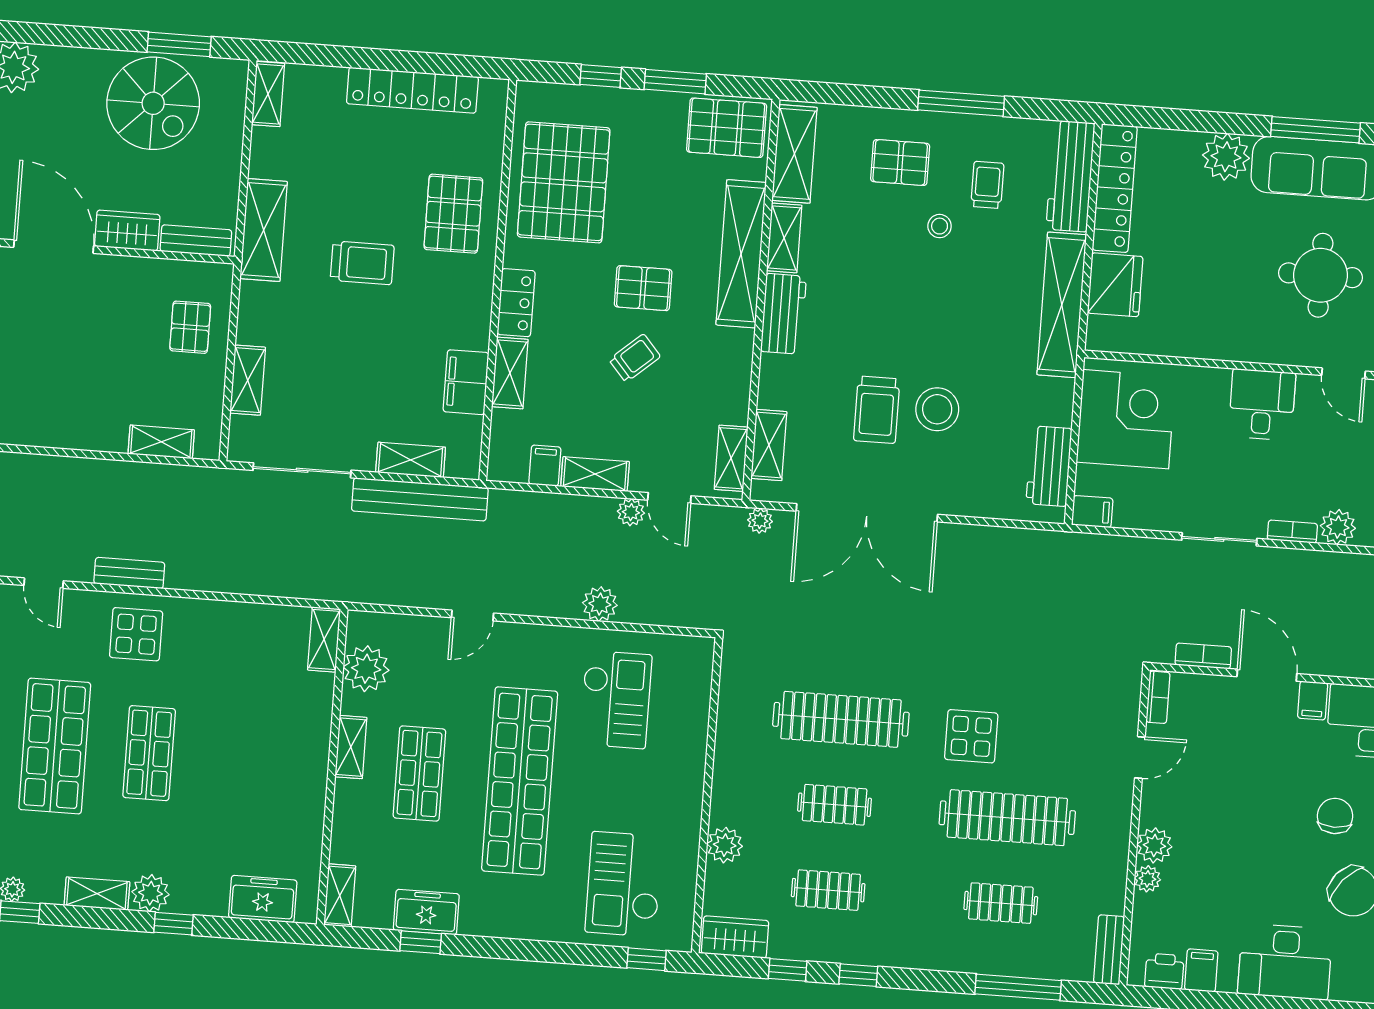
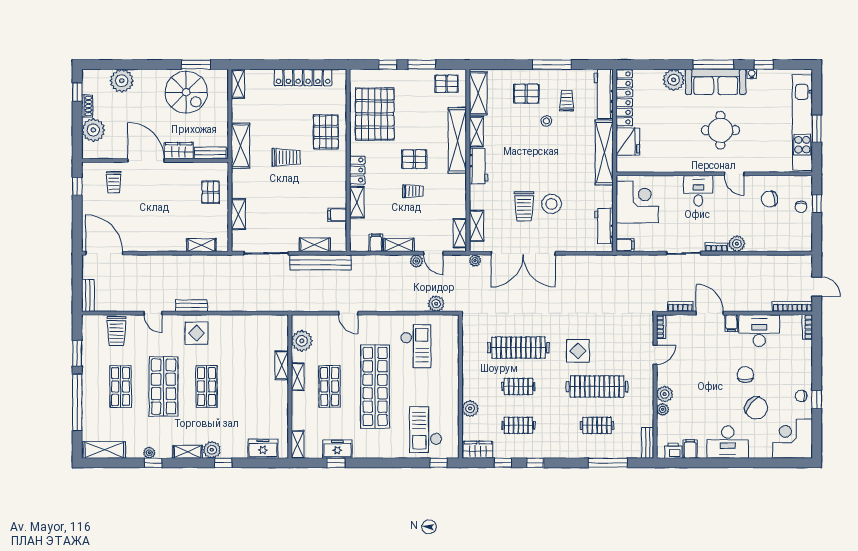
pallet: (727, 128) -> (447, 84), width x0.67, depth x0.71
trolley: (635, 358) -> (413, 191), turned 41
filing cabinet: (466, 382) -> (337, 215), width x0.50
plant: (600, 604) -> (436, 304), moved
door: (472, 615) -> (348, 313), hinge flipped
shelving: (324, 639) -> (282, 365), moved

